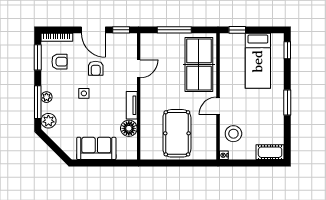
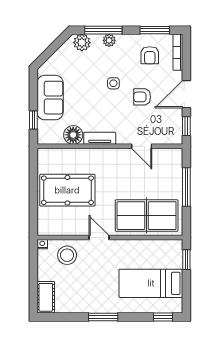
window: (116, 163) -> (33, 120), added

